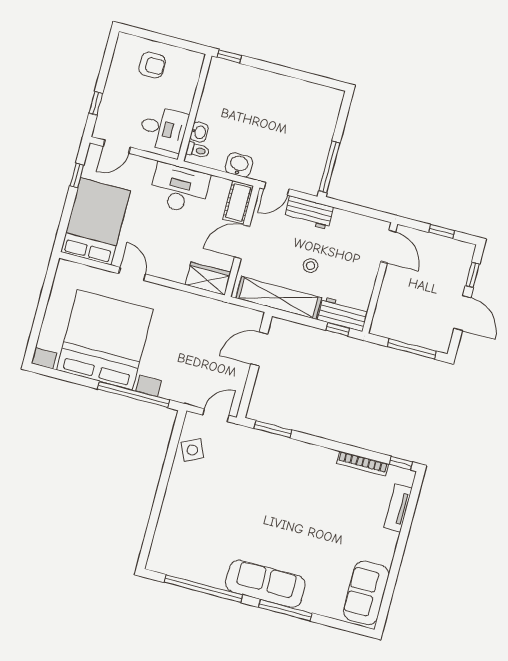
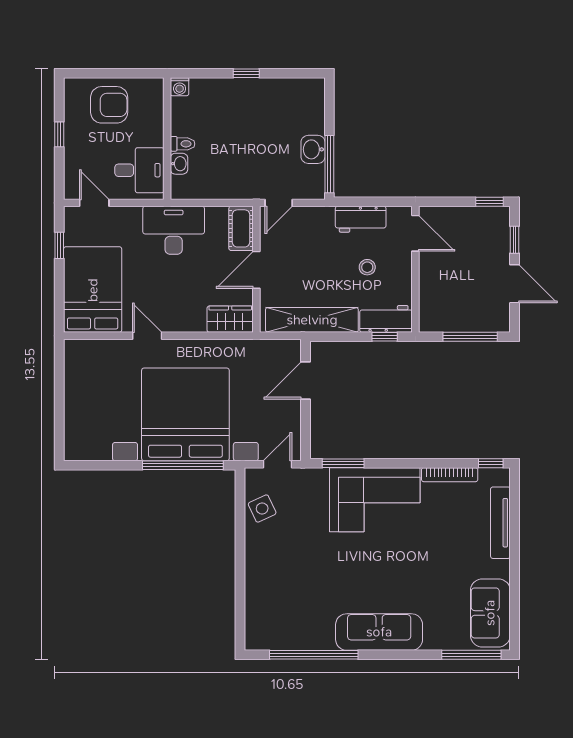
window: (229, 56) -> (246, 73), moved
armchair: (152, 65) -> (109, 105), width x1.38, depth x1.38
washing machine: (217, 66) -> (180, 87), added
window: (96, 103) -> (59, 134), moved
door: (117, 147) -> (94, 203), swing flipped
toilet: (198, 150) -> (183, 144), moved
washbasin: (239, 165) -> (313, 149), moved, turned -90
workbench: (309, 213) -> (361, 219), moved
window: (442, 231) -> (489, 202), moved
stool: (310, 266) -> (367, 267), moved
bed with nightstands: (105, 340) -> (185, 414), moved
corner sofa: (292, 468) -> (375, 500), added
tv unit: (398, 508) -> (500, 523), width x1.41
window: (285, 610) -> (471, 655), moved

